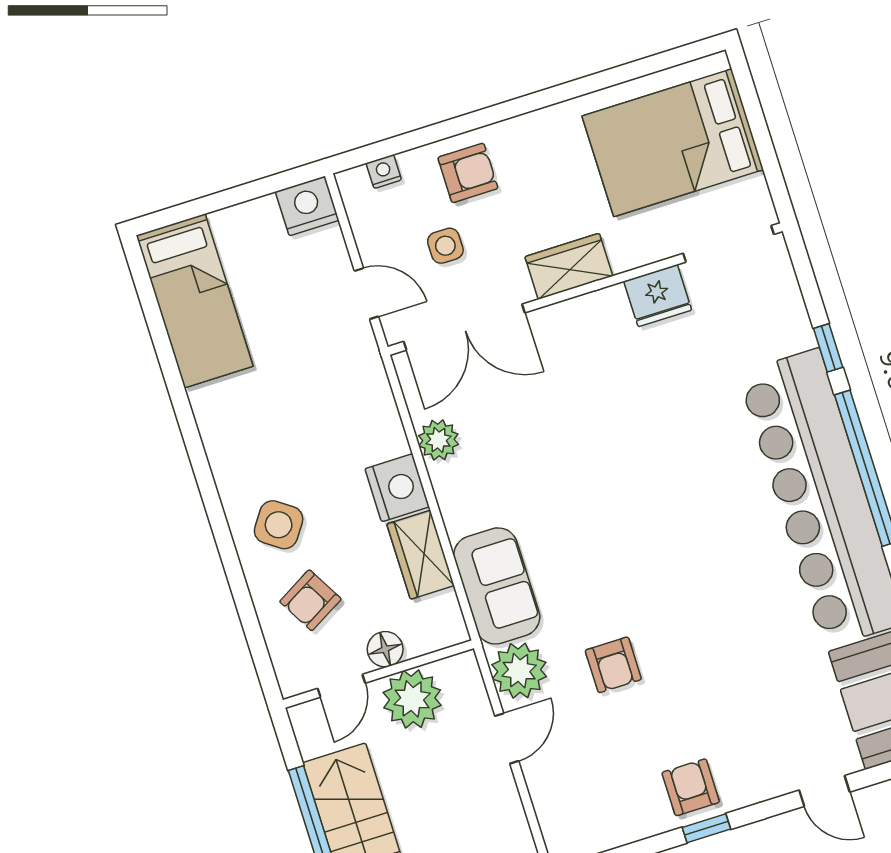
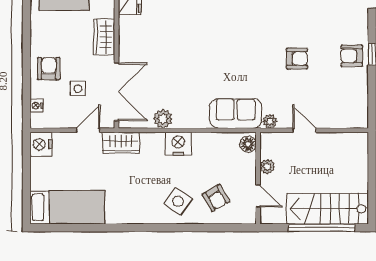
wardrobe: (420, 555) -> (121, 143), moved
floor lamp: (385, 649) -> (248, 144), moved
armchair: (613, 665) -> (297, 59), moved
plant: (519, 671) -> (270, 121), width x0.53, depth x0.53
plant: (412, 699) -> (267, 167), width x0.53, depth x0.53

